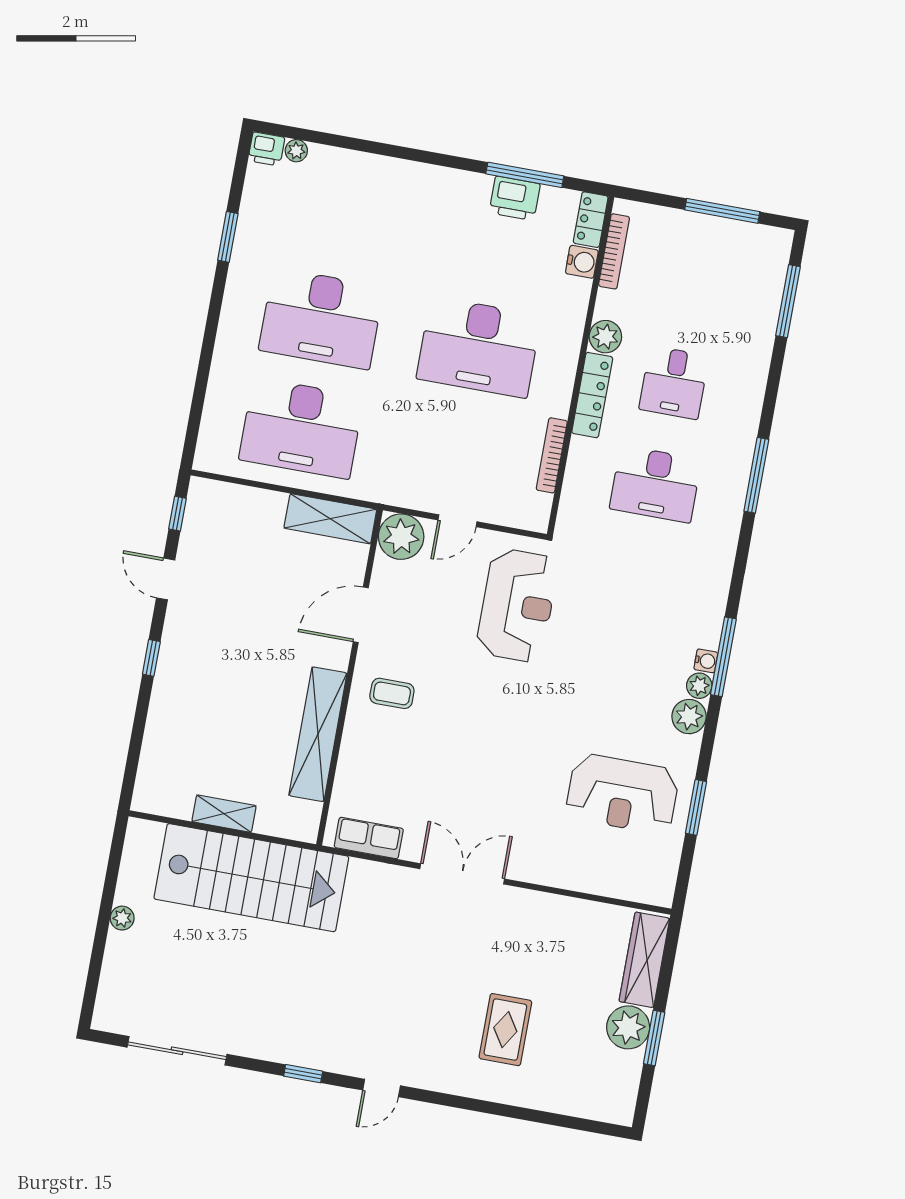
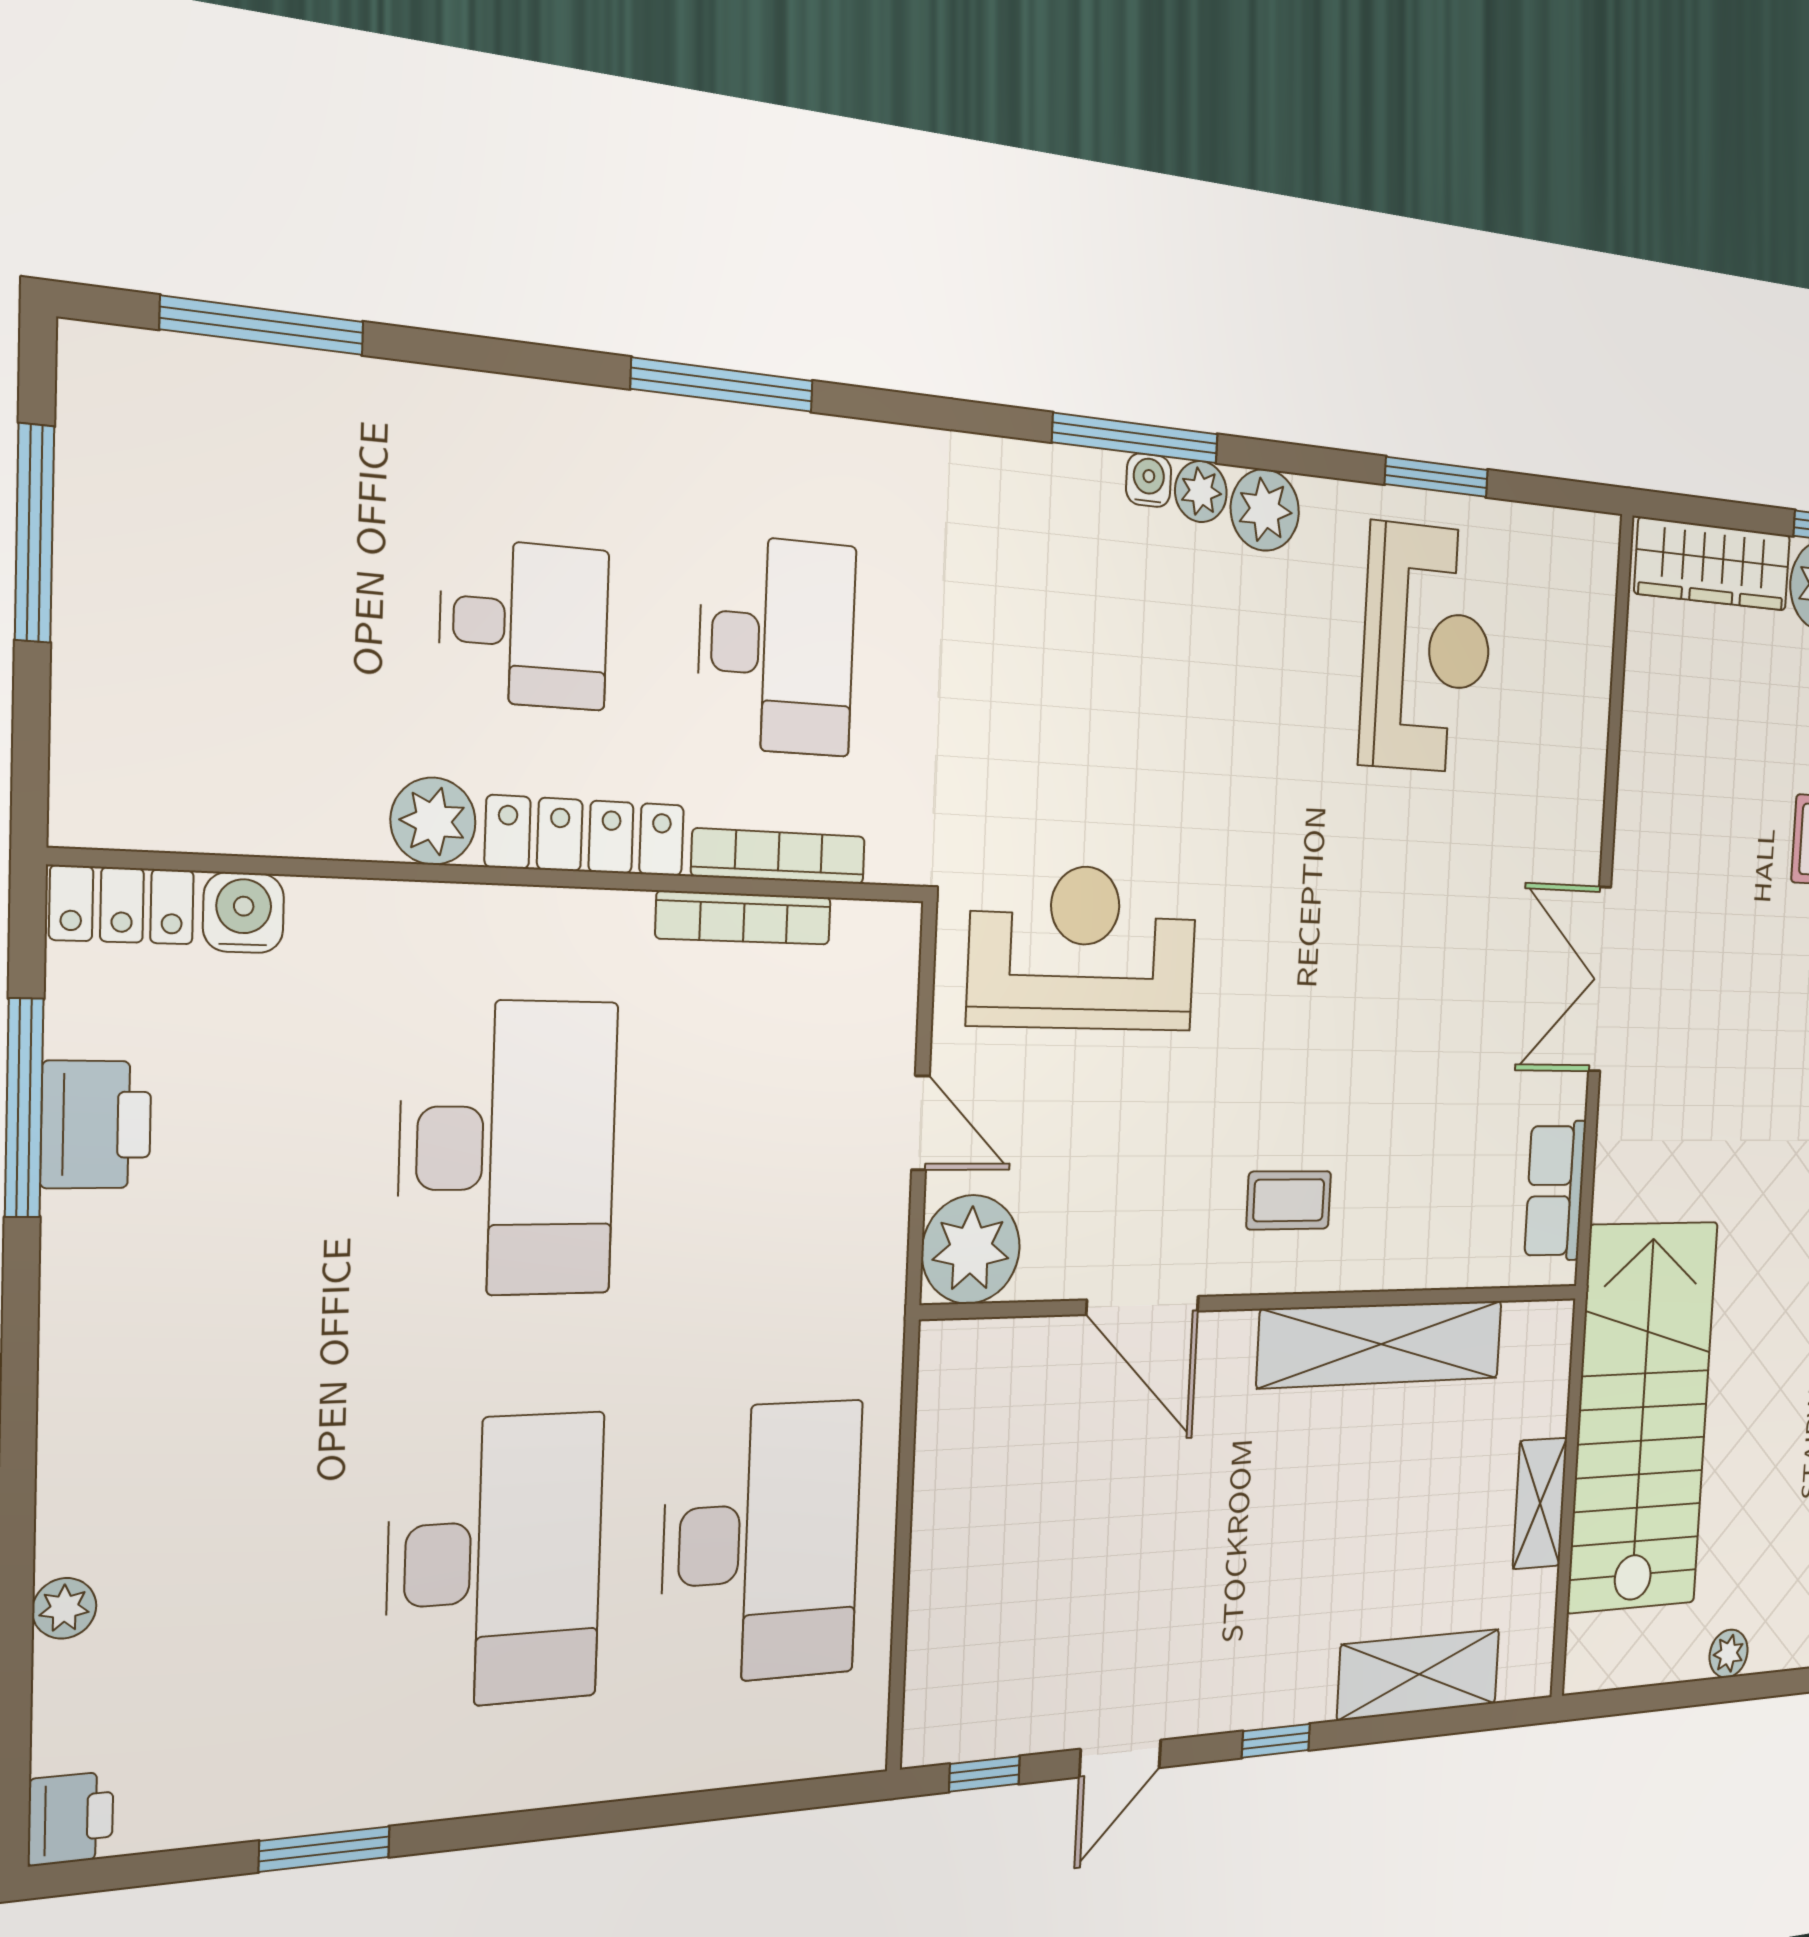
plant: (296, 151) -> (64, 1608), moved
bookcase: (614, 251) -> (779, 856), moved
shelving: (330, 519) -> (1419, 1674), moved, turned 90
coffee table: (392, 693) -> (1289, 1200), turned 90

